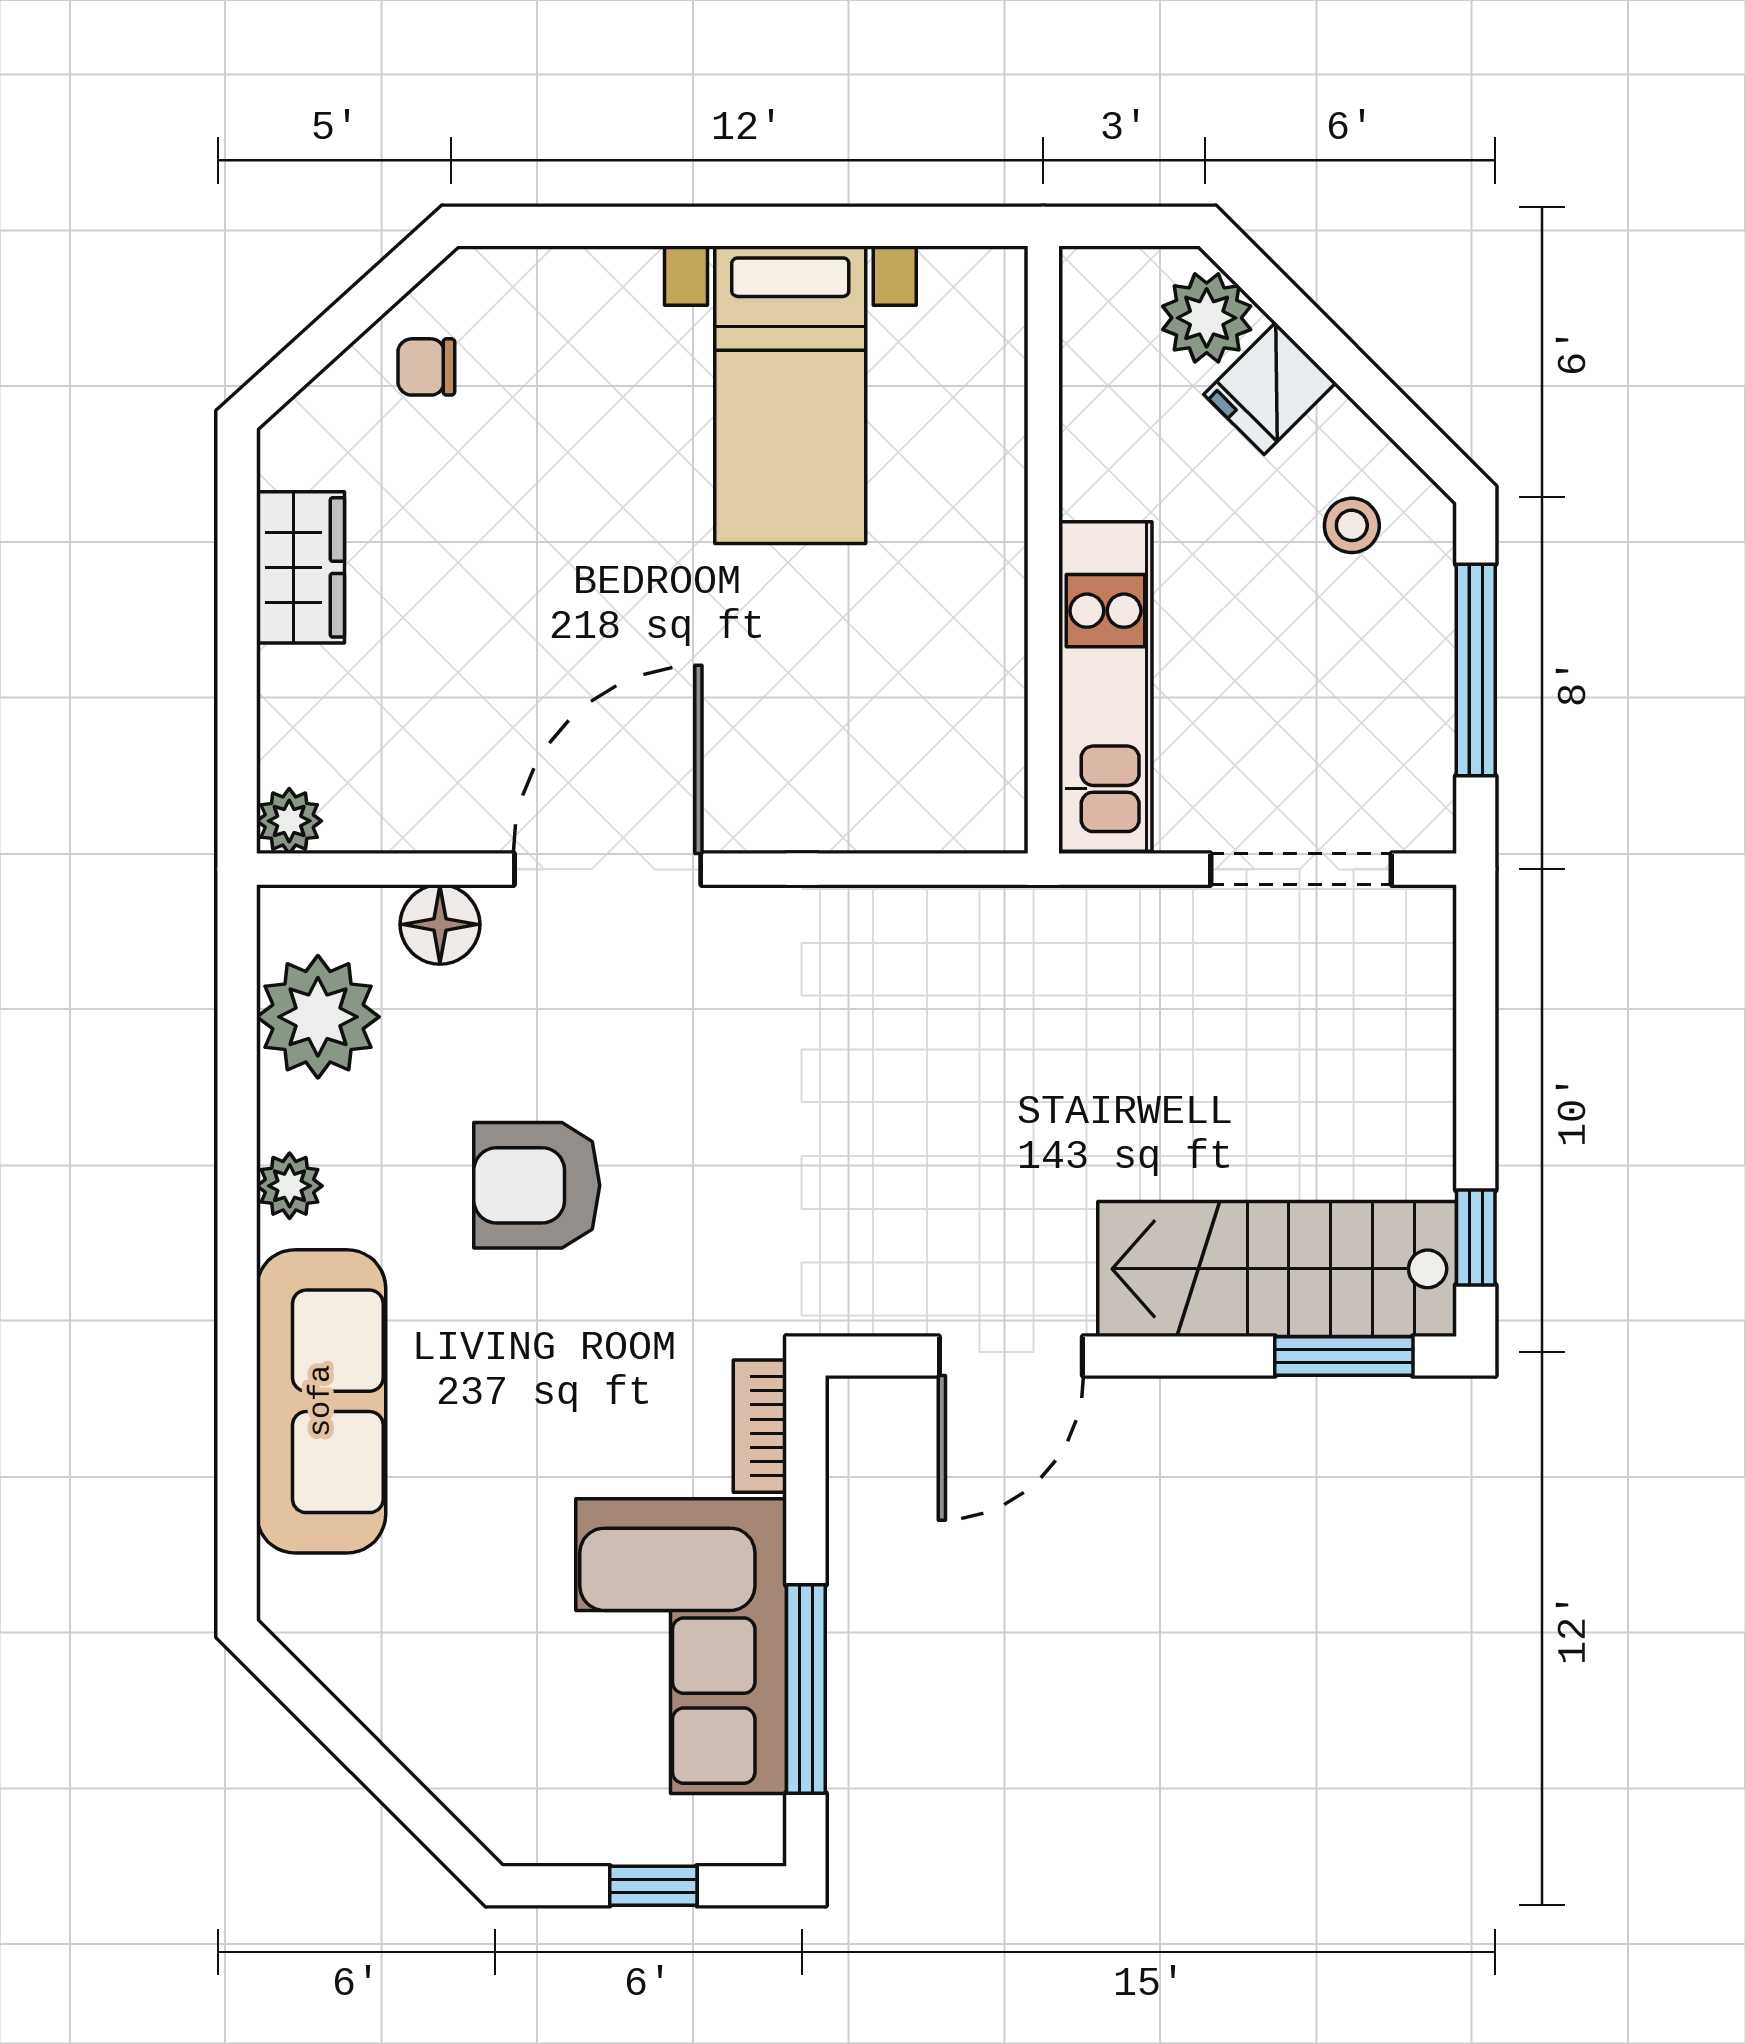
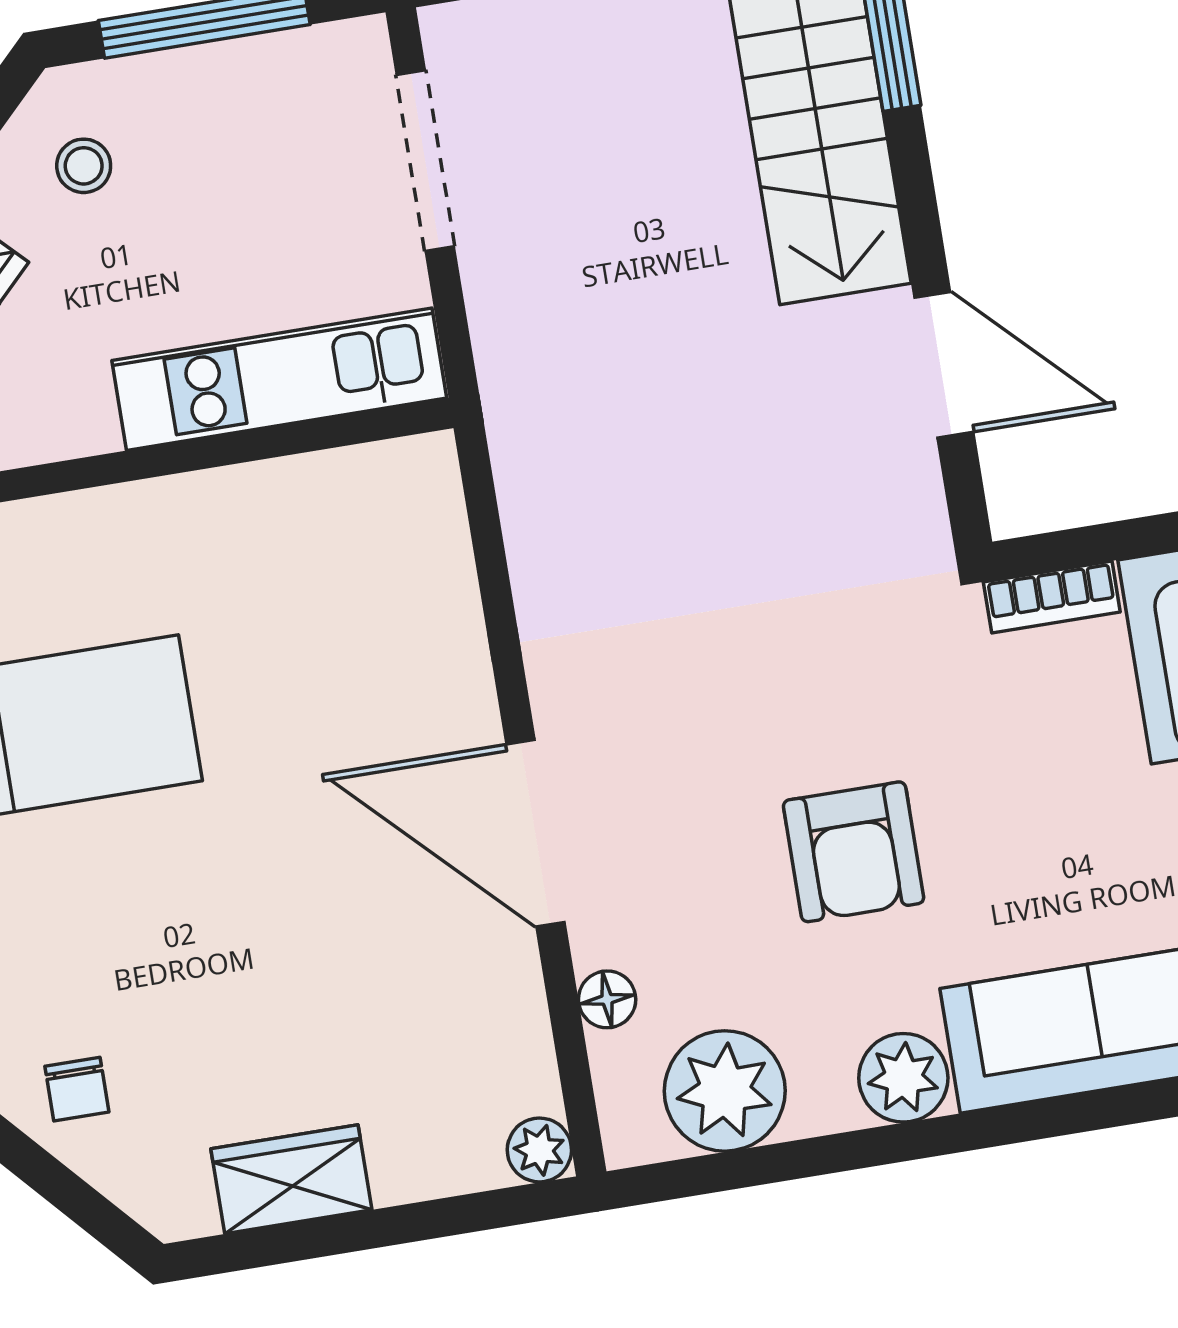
floor lamp: (440, 924) -> (607, 999), width x0.73, depth x0.73
plant: (290, 1186) -> (903, 1078), width x1.38, depth x1.38

